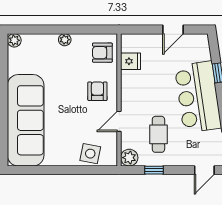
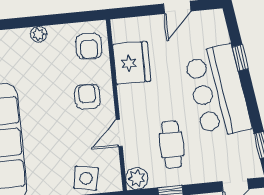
armchair: (102, 53) -> (89, 46), turned -90
fridge: (131, 61) -> (132, 63), width x1.88, depth x1.34

